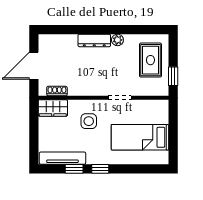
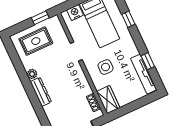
nightstand: (161, 116) -> (75, 13), added
window: (100, 169) -> (128, 19), moved

